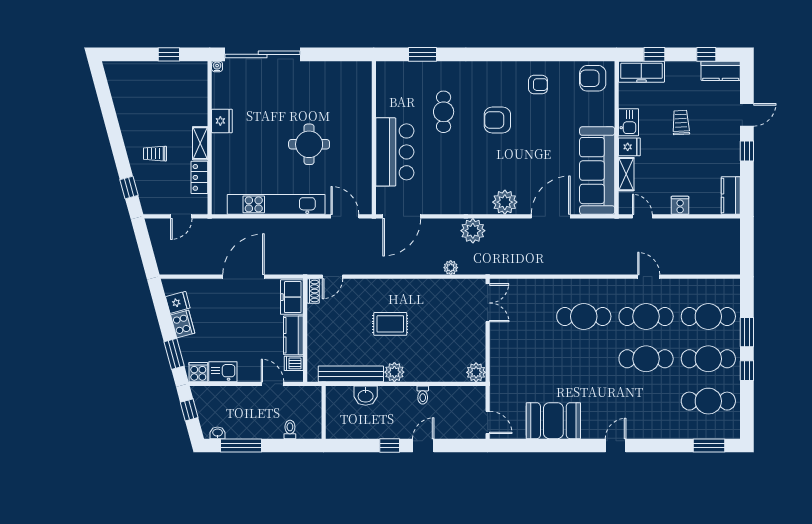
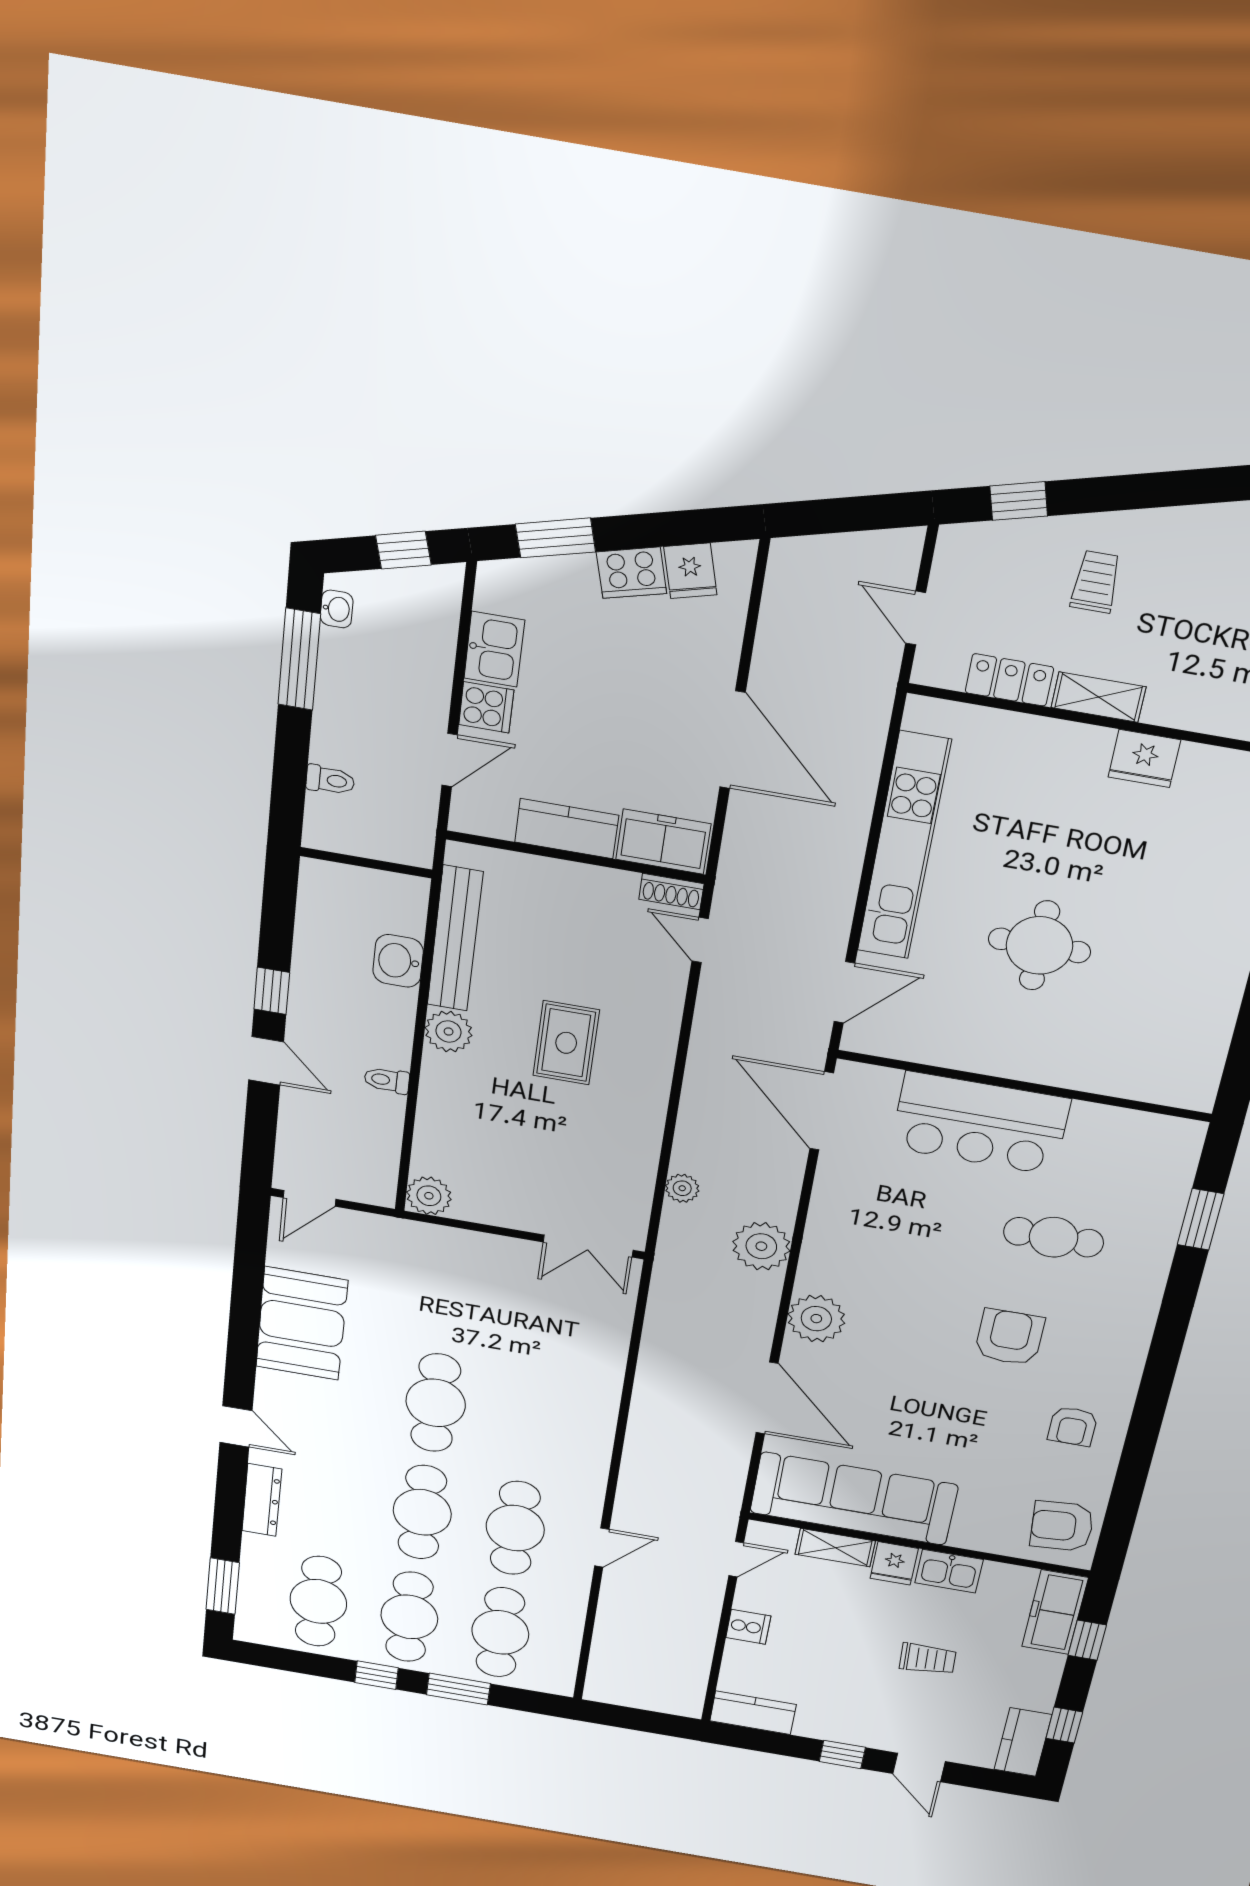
armchair: (593, 78) -> (1062, 1526), turned -95
cafe table: (584, 316) -> (436, 1403), moved
dishwasher: (294, 363) -> (496, 817), removed
cooker: (198, 372) -> (486, 707), moved
dresser: (655, 431) -> (262, 1500), added

